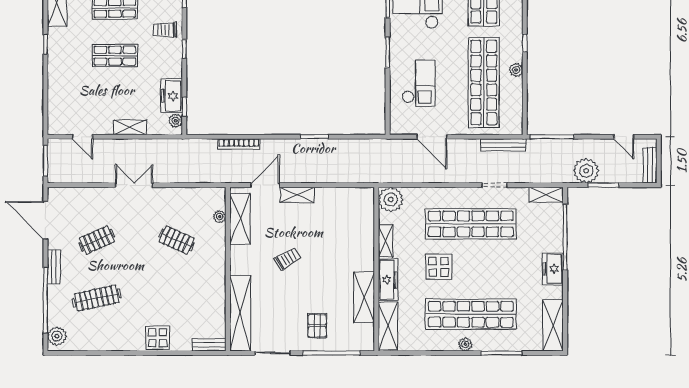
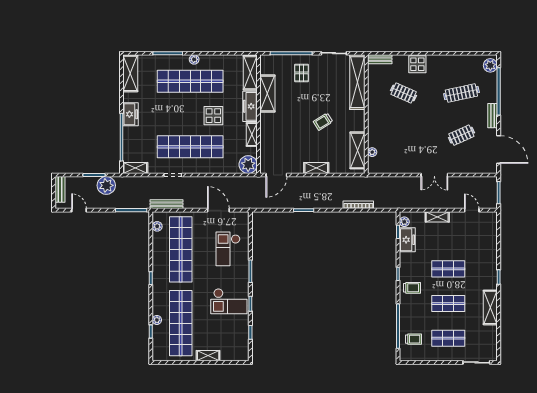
plant: (516, 70) -> (157, 226), moved
door: (265, 185) -> (276, 175), moved
clothes rail: (177, 240) -> (404, 93), moved

